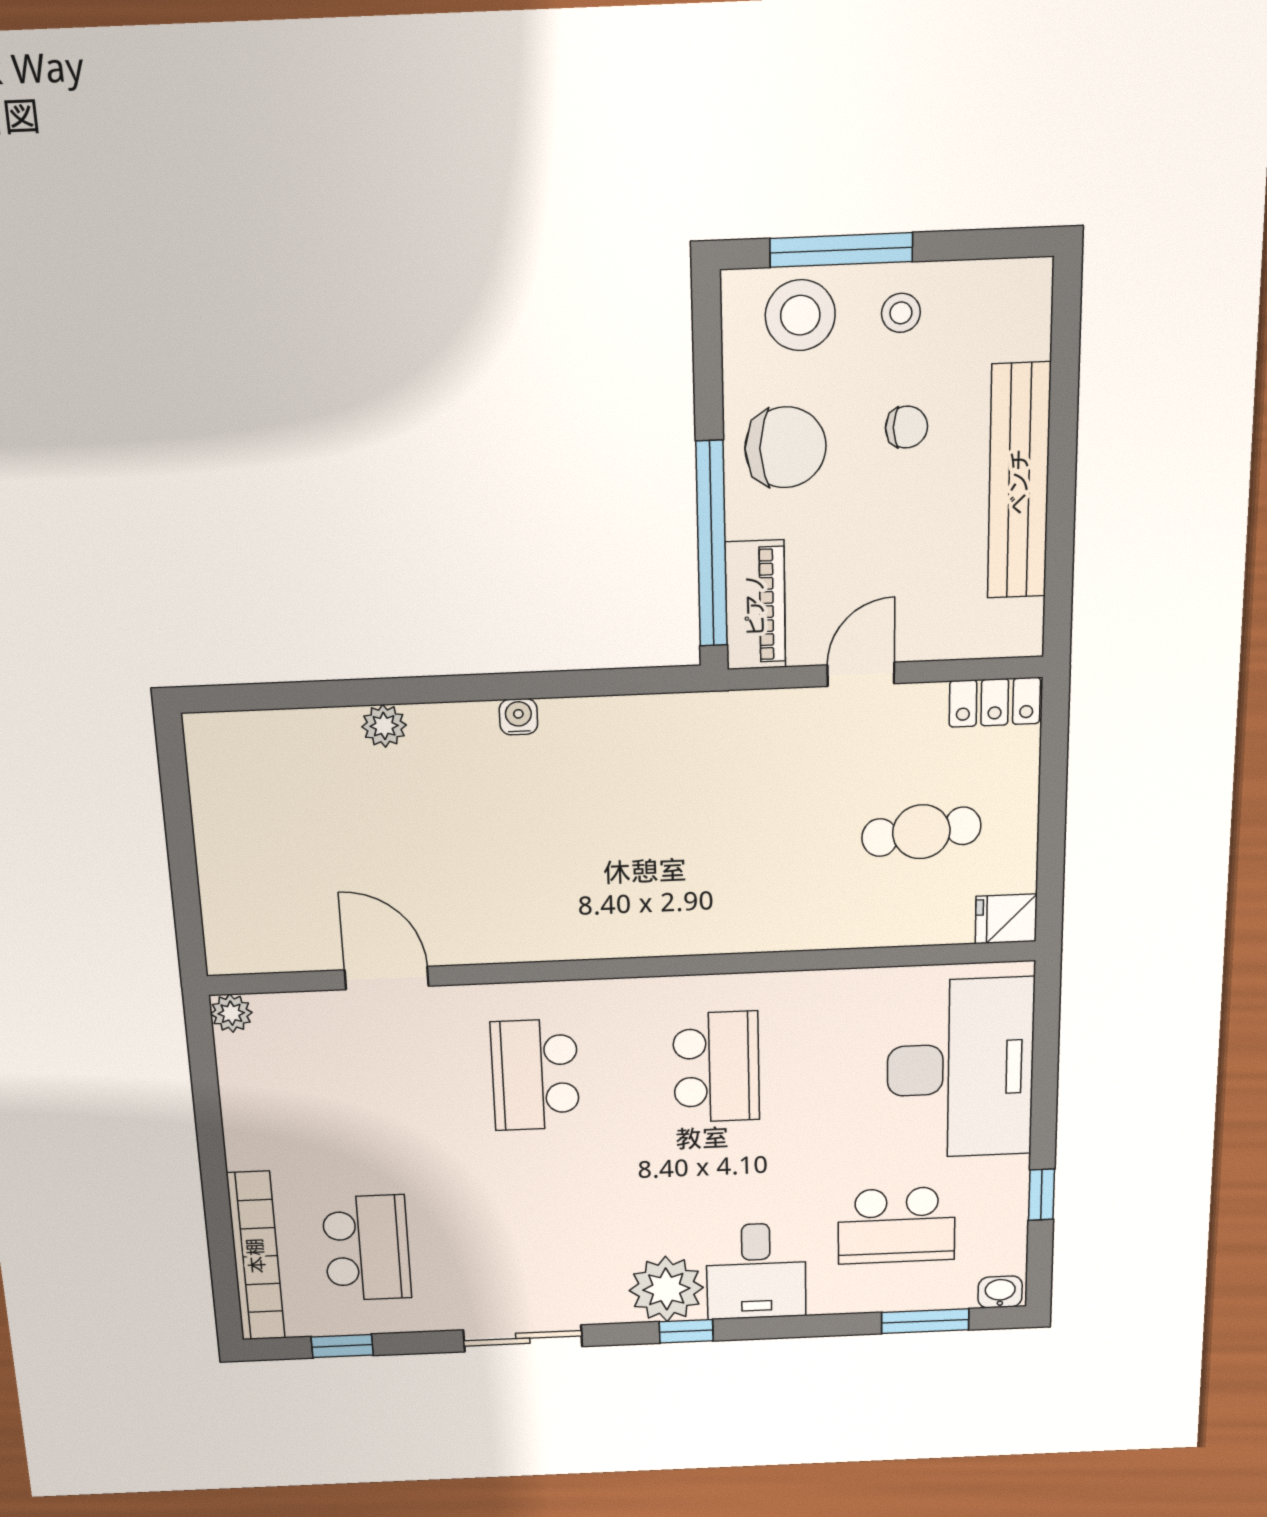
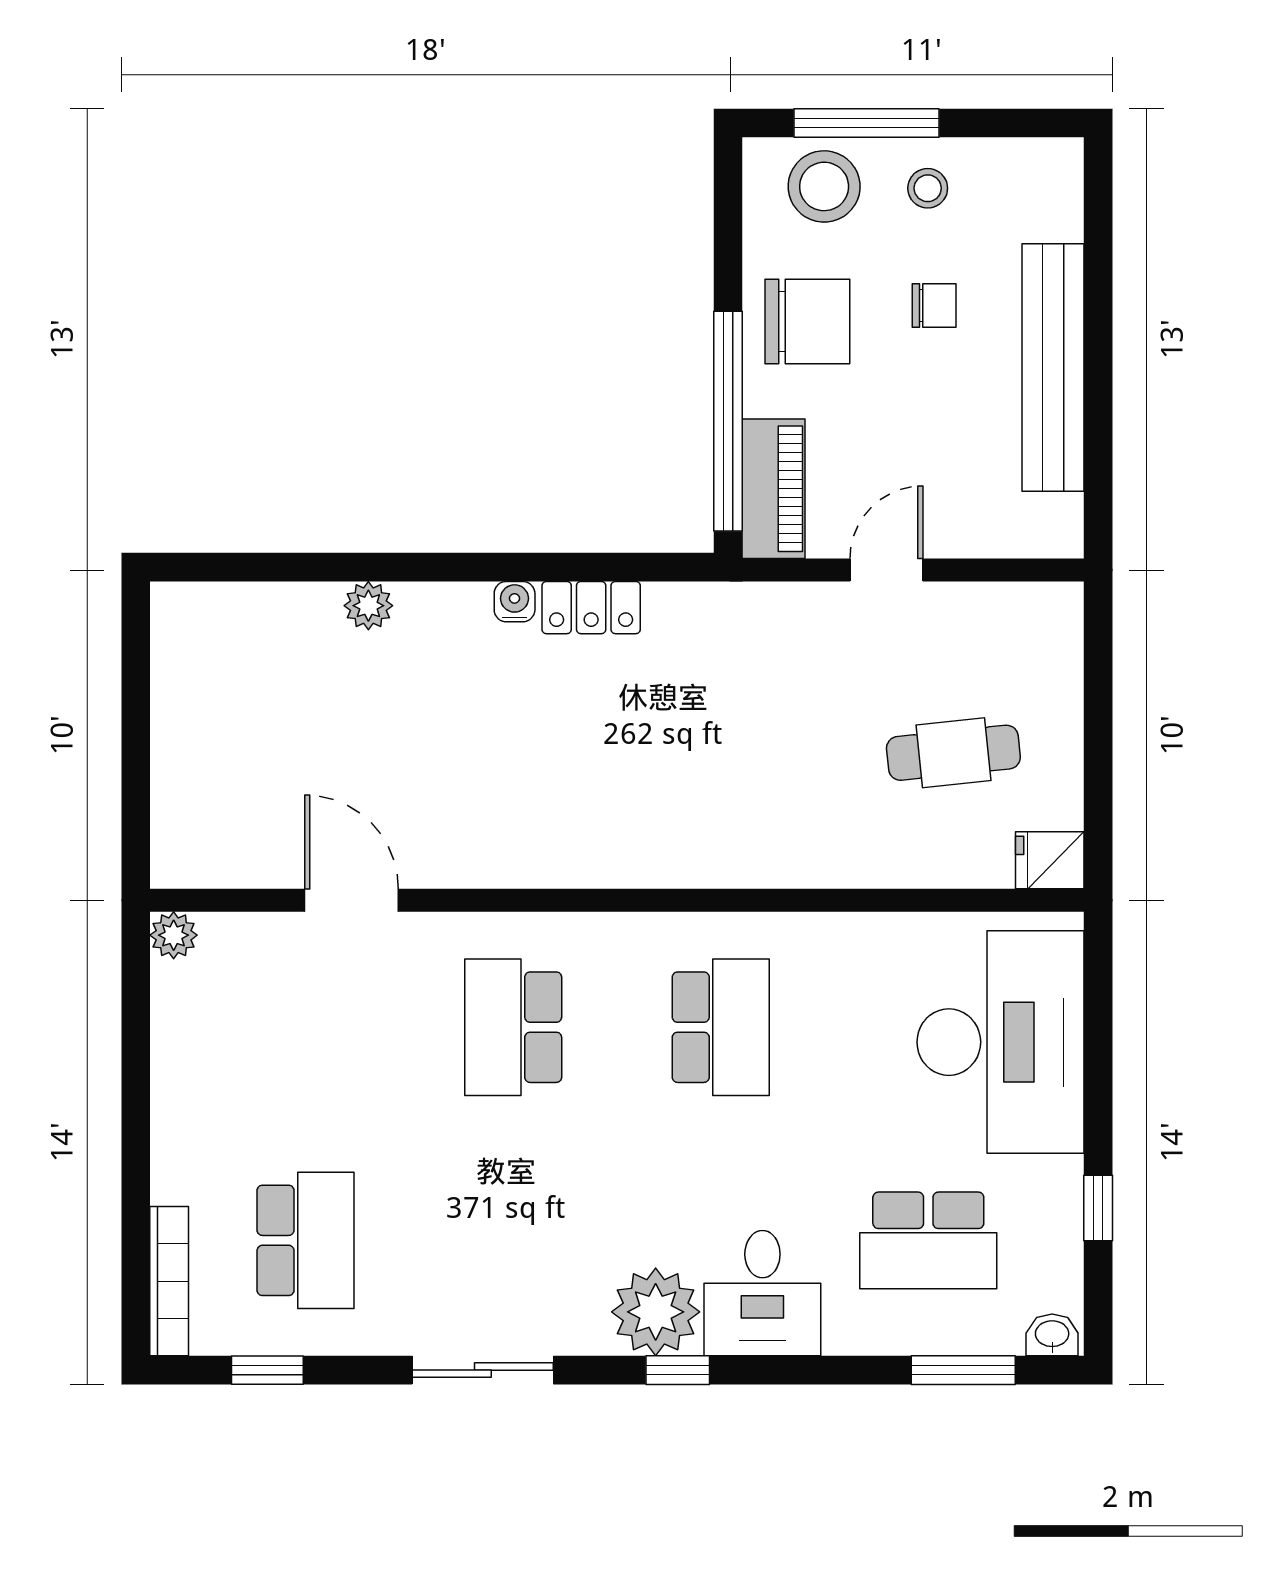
locker: (995, 702) -> (591, 608), moved
bookcase: (256, 1256) -> (169, 1281), width x0.68, depth x0.76

